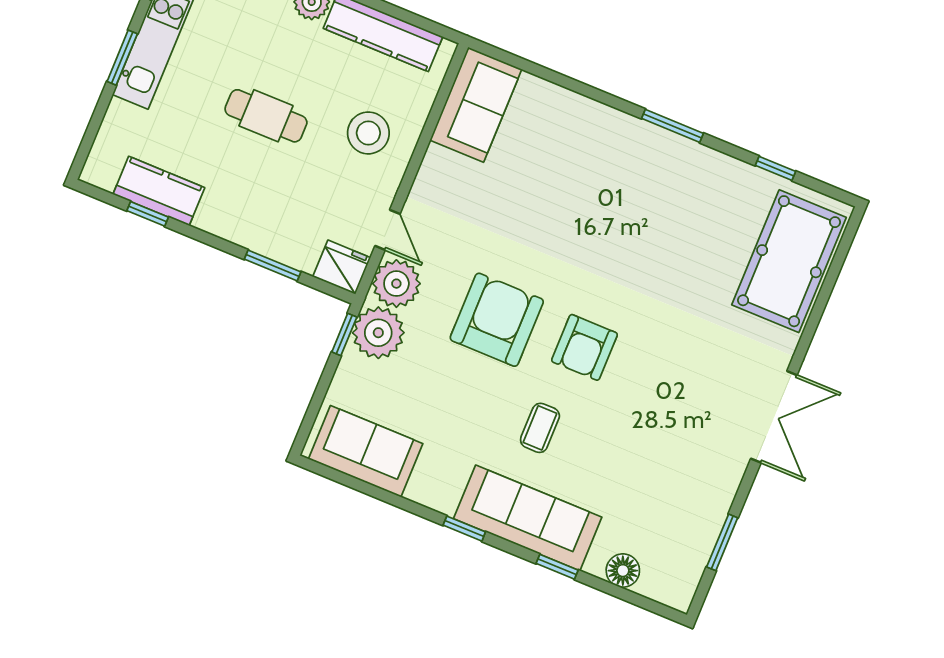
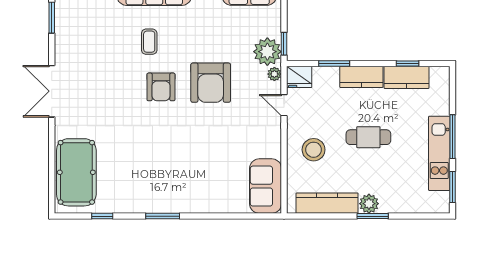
window: (122, 58) -> (452, 137), width x1.44
kitchen counter: (236, 224) -> (361, 77), added
plant: (396, 284) -> (274, 74), width x0.53, depth x0.53
armchair: (584, 347) -> (161, 87), turned 180
coffee table: (540, 428) -> (149, 42), moved

